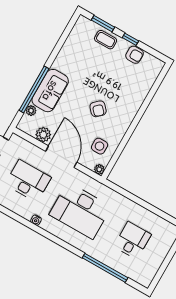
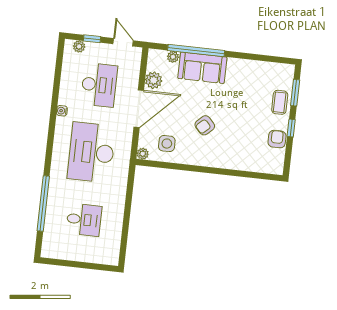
armchair: (135, 55) -> (277, 139), turned 180

